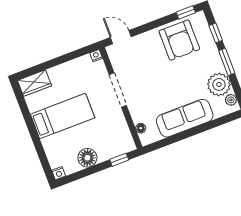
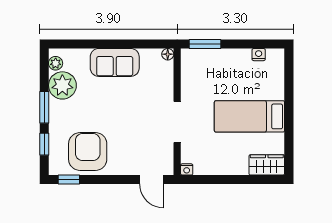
sofa: (185, 118) -> (115, 62), width x0.73
floor lamp: (141, 128) -> (168, 54), moved
floor lamp: (87, 158) -> (240, 60), removed
window: (119, 160) -> (205, 44), width x1.50
nightstand: (59, 173) -> (259, 55), moved

